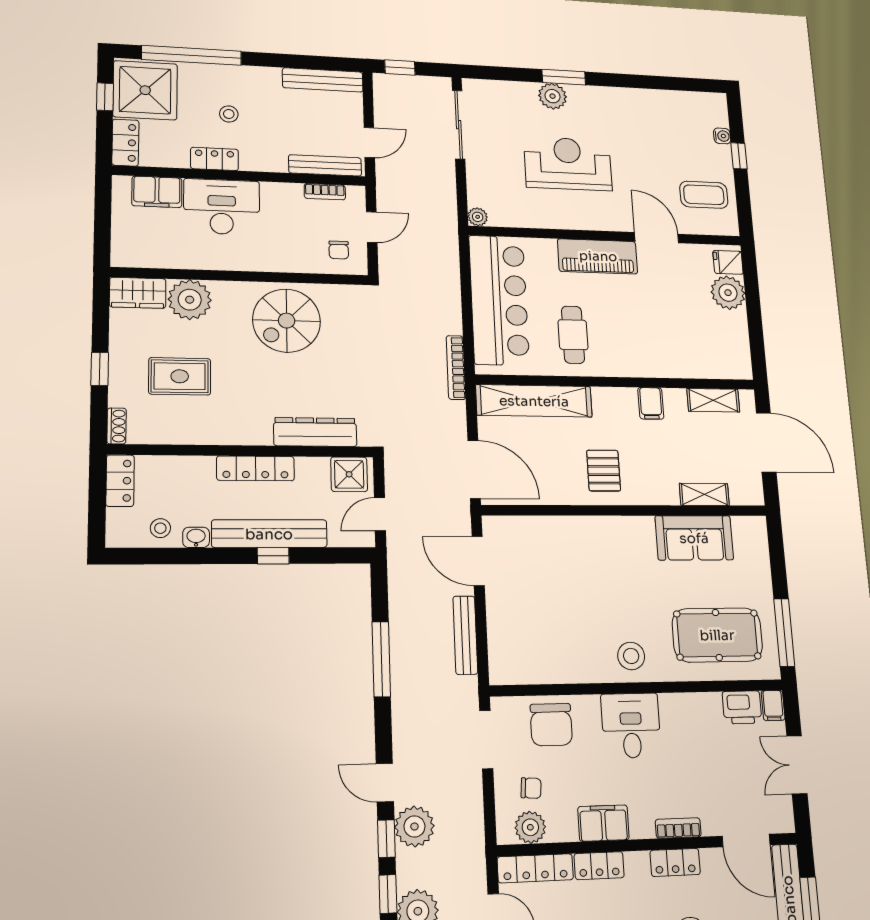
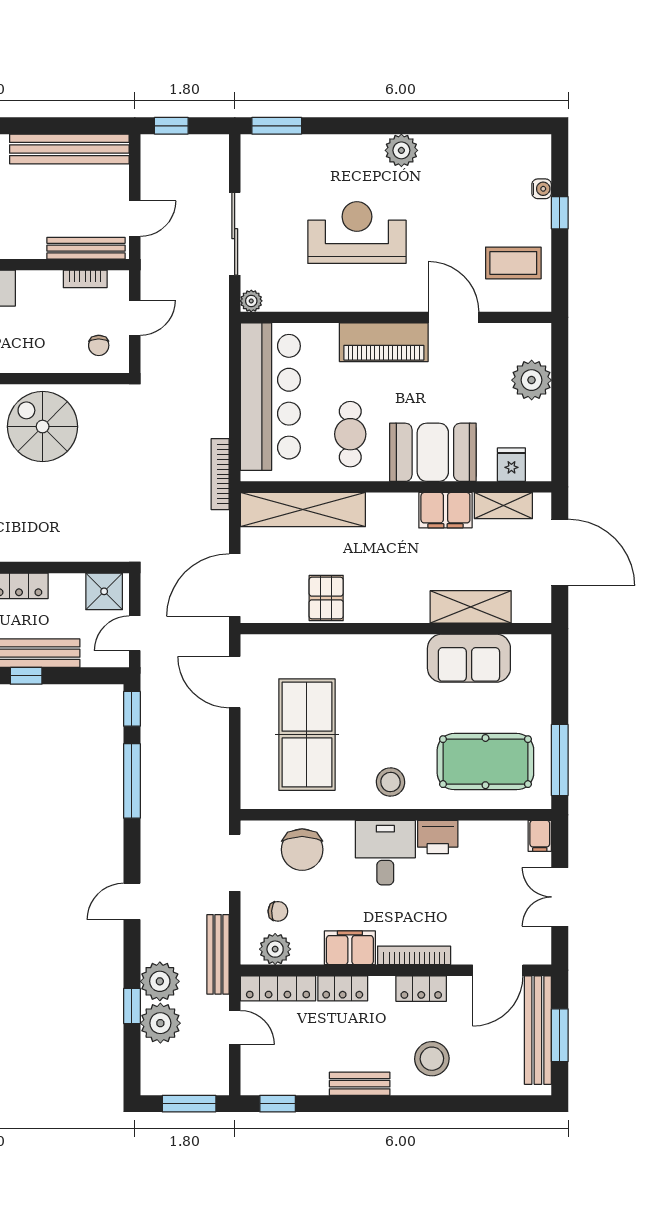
window: (564, 77) -> (277, 126), moved
bench: (323, 80) -> (69, 149), width x1.37, depth x1.21
plant: (553, 96) -> (401, 150), moved
sliding door: (459, 125) -> (235, 234), moved
fridge: (728, 262) -> (511, 465), moved, turned 90
spiral stairs: (287, 321) -> (43, 427), turned 90
booth: (648, 352) -> (433, 452), added
filing cabinet: (651, 403) -> (445, 510), width x2.00
dresser: (315, 432) -> (70, 547), removed
door: (474, 469) -> (235, 585), swing flipped
pallet: (604, 471) -> (326, 598), moved
shelving: (704, 494) -> (471, 607), width x1.50, depth x1.33
table tennis table: (550, 611) -> (307, 735), added
bench: (465, 635) -> (218, 954), moved
printer: (742, 707) -> (438, 837), moved
door: (385, 783) -> (132, 901), hinge flipped
plant: (414, 827) -> (160, 981), moved
bookcase: (678, 828) -> (414, 955), width x1.56
window: (386, 839) -> (132, 709), moved
door: (746, 841) -> (498, 970), hinge flipped

